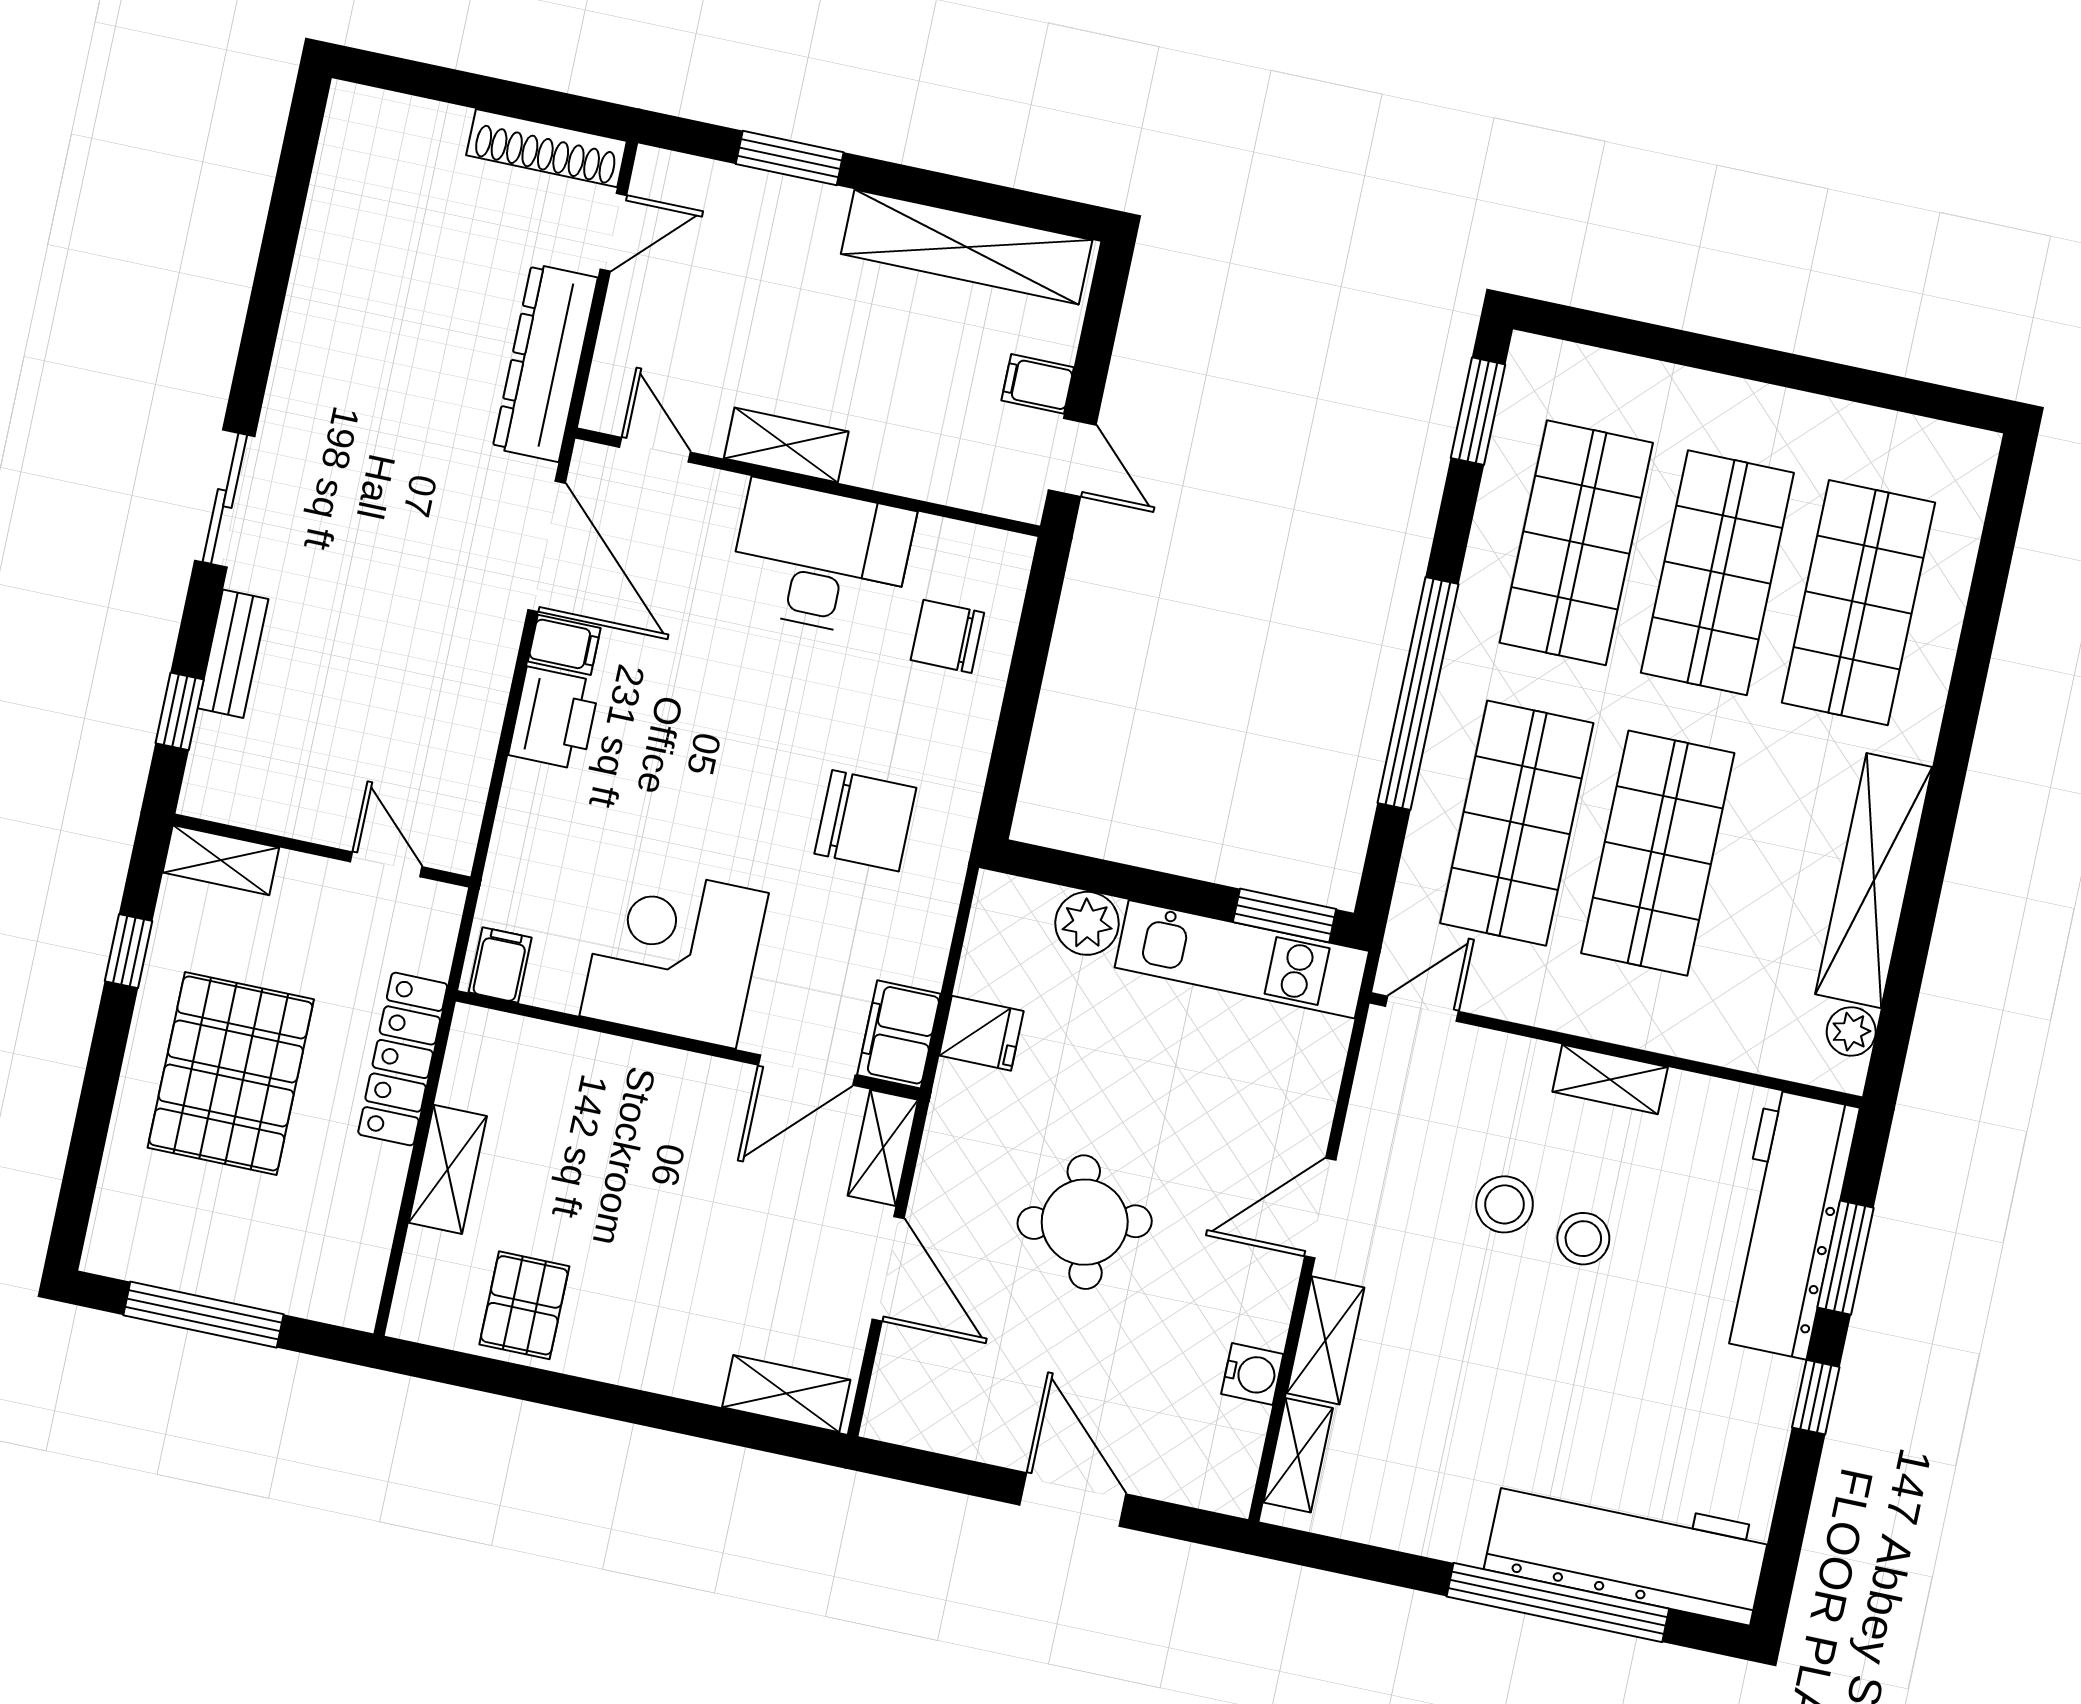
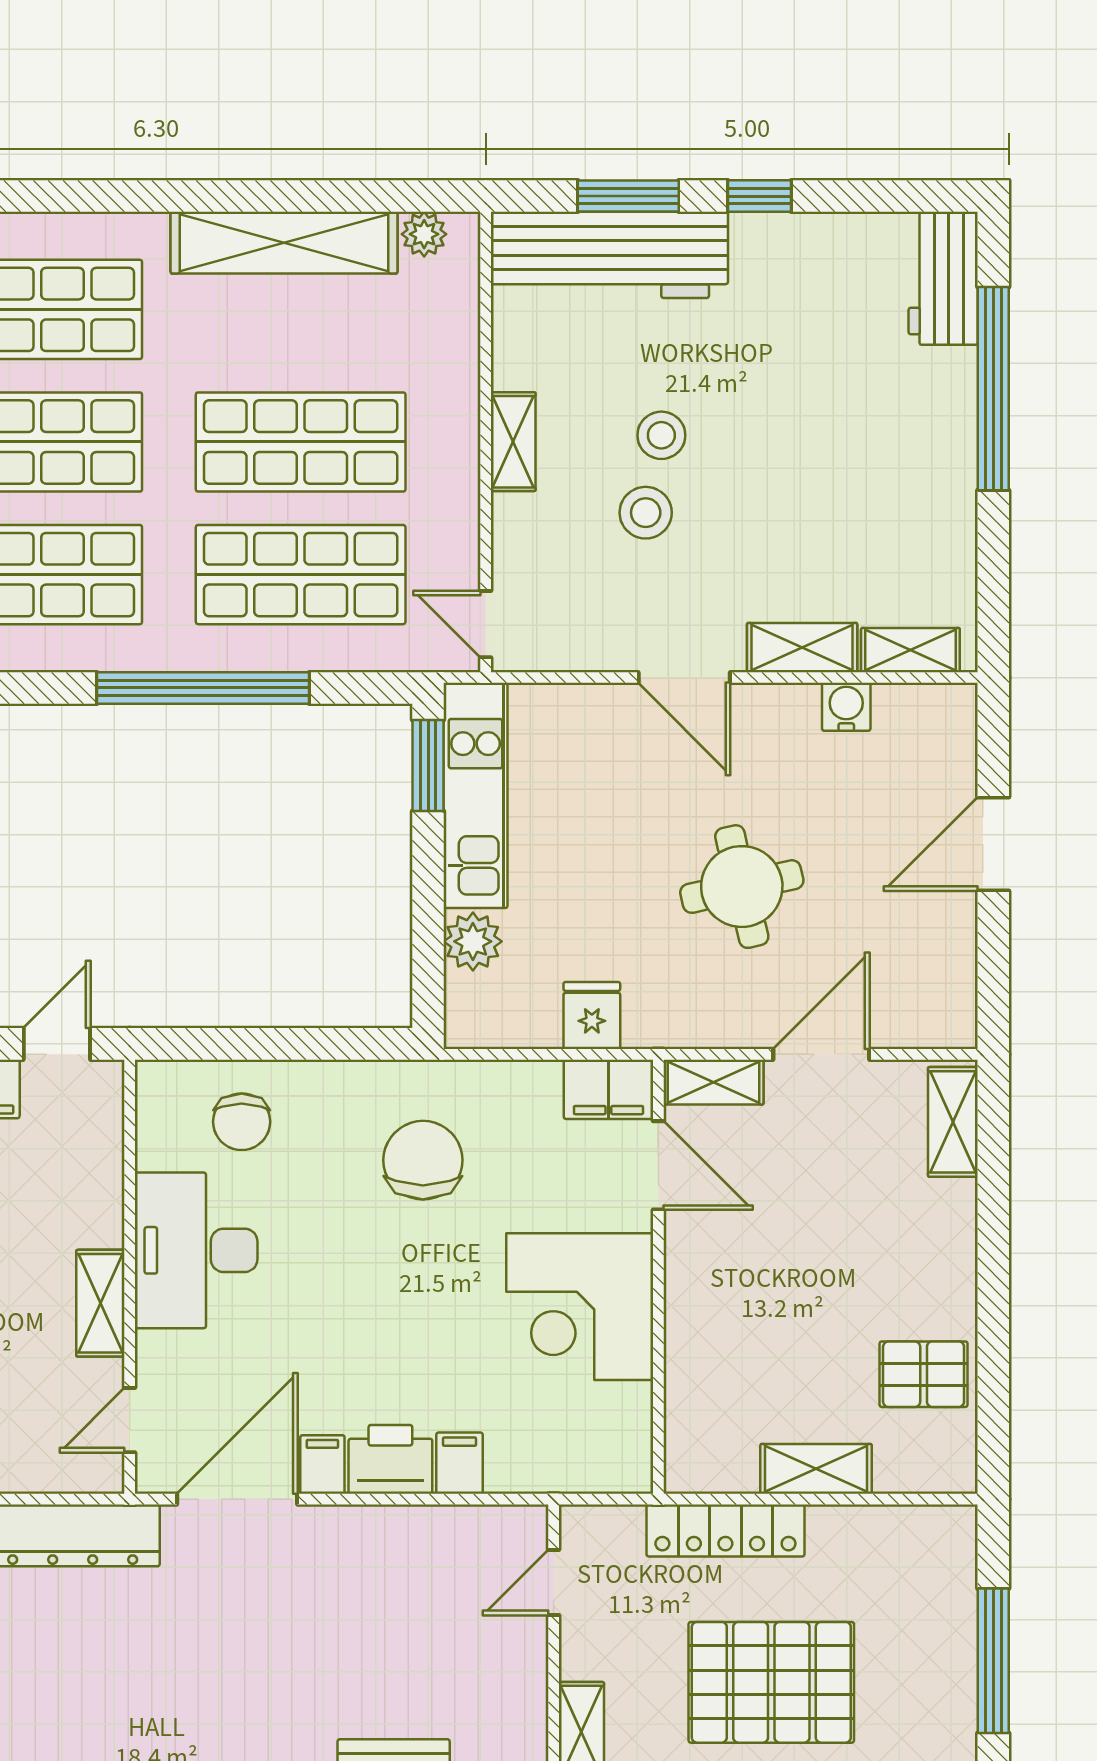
filing cabinet: (500, 965) -> (459, 1463), moved, turned 90
workbench: (1627, 1549) -> (943, 278), width x0.53, depth x0.76

